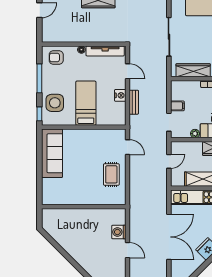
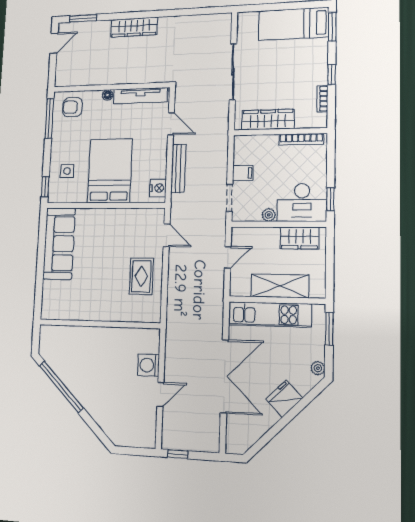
window: (39, 78) -> (49, 118), moved
nightstand: (120, 95) -> (158, 188), moved
bench: (134, 102) -> (178, 168), width x1.36
side table: (55, 103) -> (67, 171), width x0.54, depth x0.54
bed: (86, 103) -> (110, 171), width x1.50
window: (59, 249) -> (61, 387), added
door: (127, 250) -> (160, 394), hinge flipped

